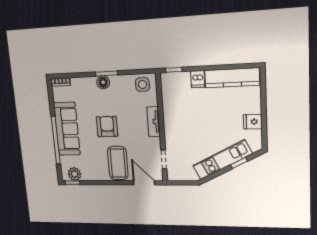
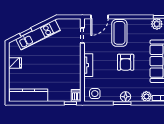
dishwasher: (198, 79) -> (76, 96), moved
plant: (78, 84) -> (146, 96), added
door: (144, 183) -> (100, 17), hinge flipped

